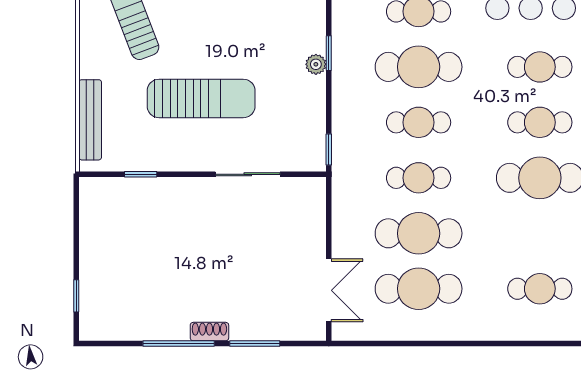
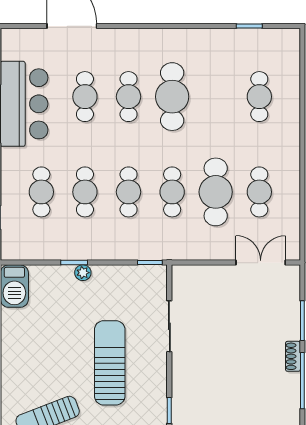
cafe table: (419, 67) -> (85, 192), width x0.73, depth x0.74
cafe table: (419, 289) -> (259, 192), width x0.73, depth x0.74

